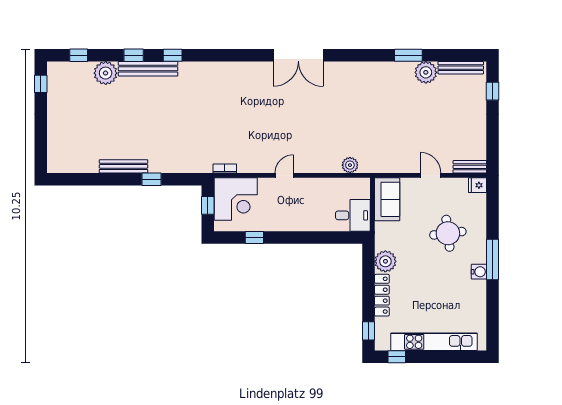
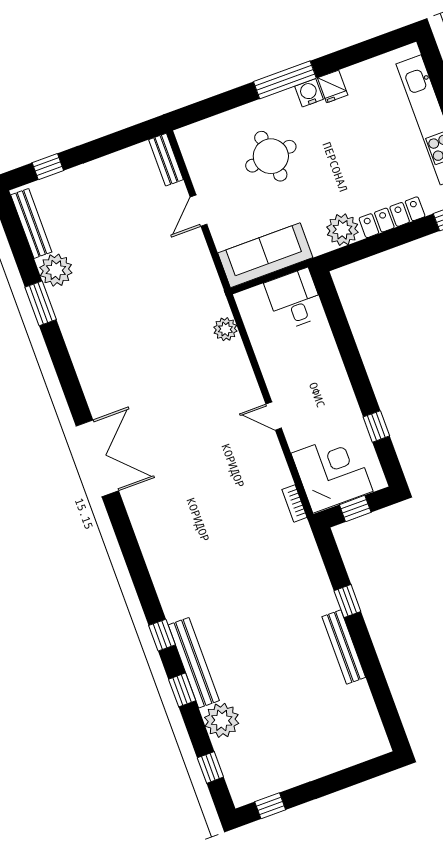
fridge: (477, 185) -> (333, 86), moved
sofa: (387, 199) -> (265, 255), width x1.36

